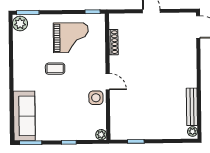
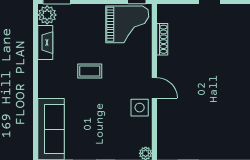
grand piano: (71, 38) -> (127, 24), moved
fireplace: (19, 46) -> (45, 43), added

